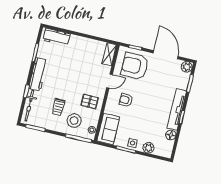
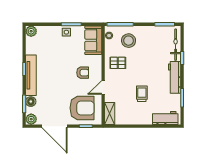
trolley: (58, 107) -> (142, 94), moved
floor lamp: (171, 135) -> (31, 102), moved
plant: (148, 148) -> (31, 31), moved

